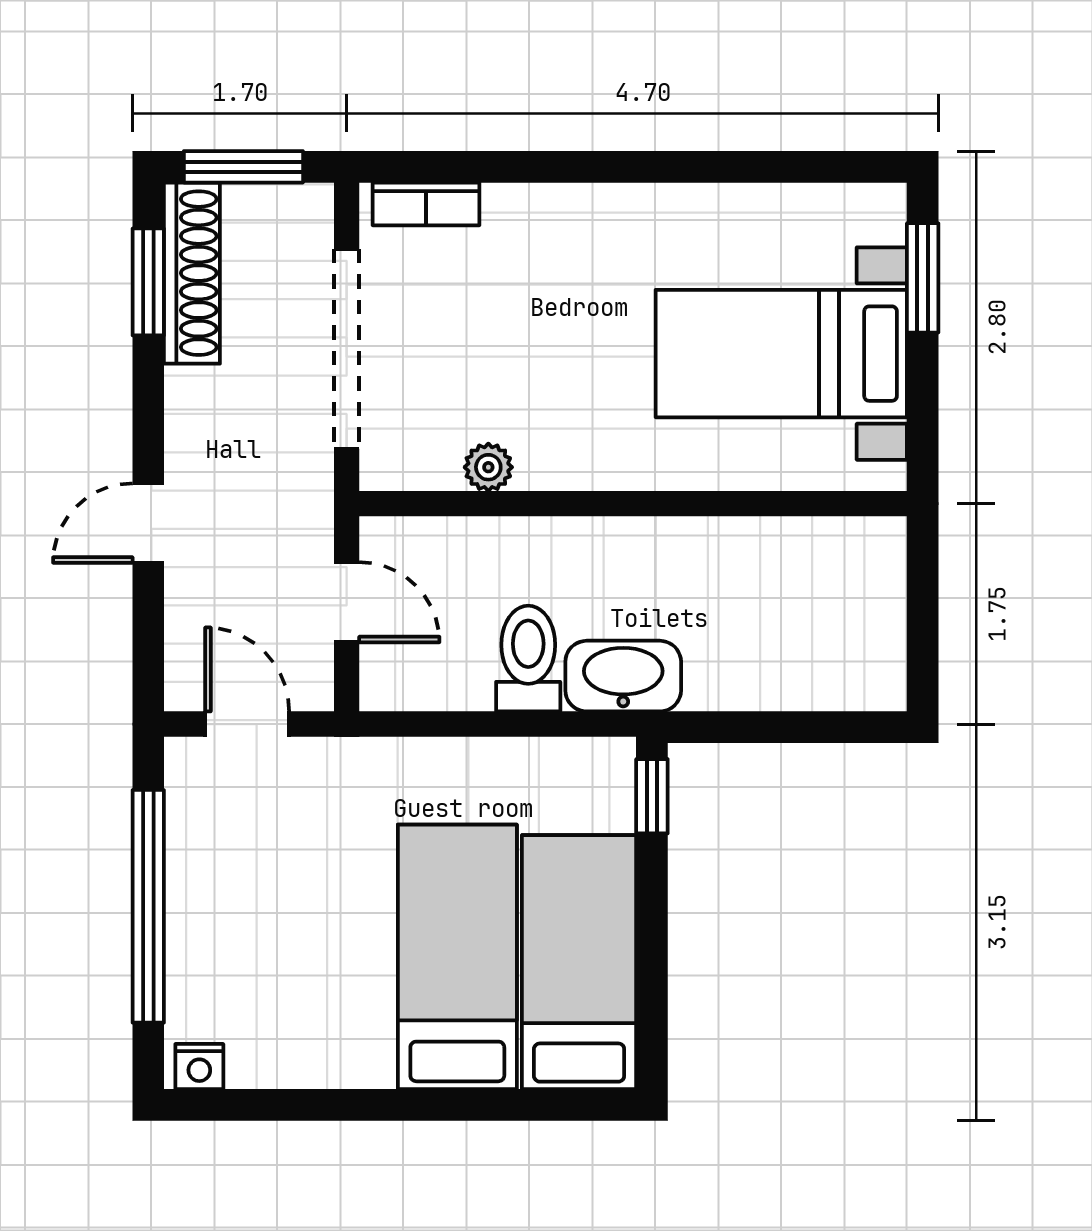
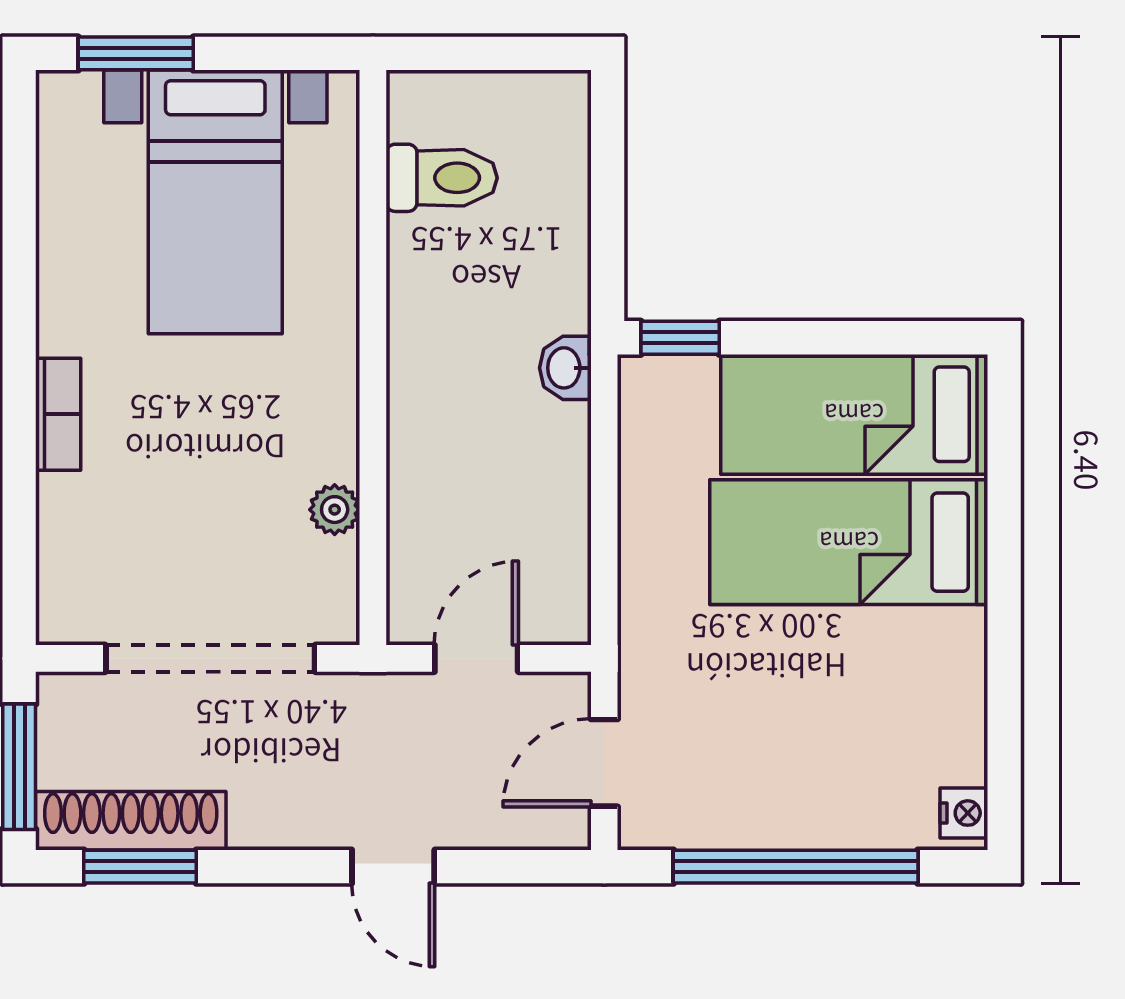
bookcase: (426, 204) -> (58, 414), moved
toilet: (528, 659) -> (442, 178), moved, turned 180
washbasin: (623, 676) -> (565, 368), width x0.52, depth x0.69

